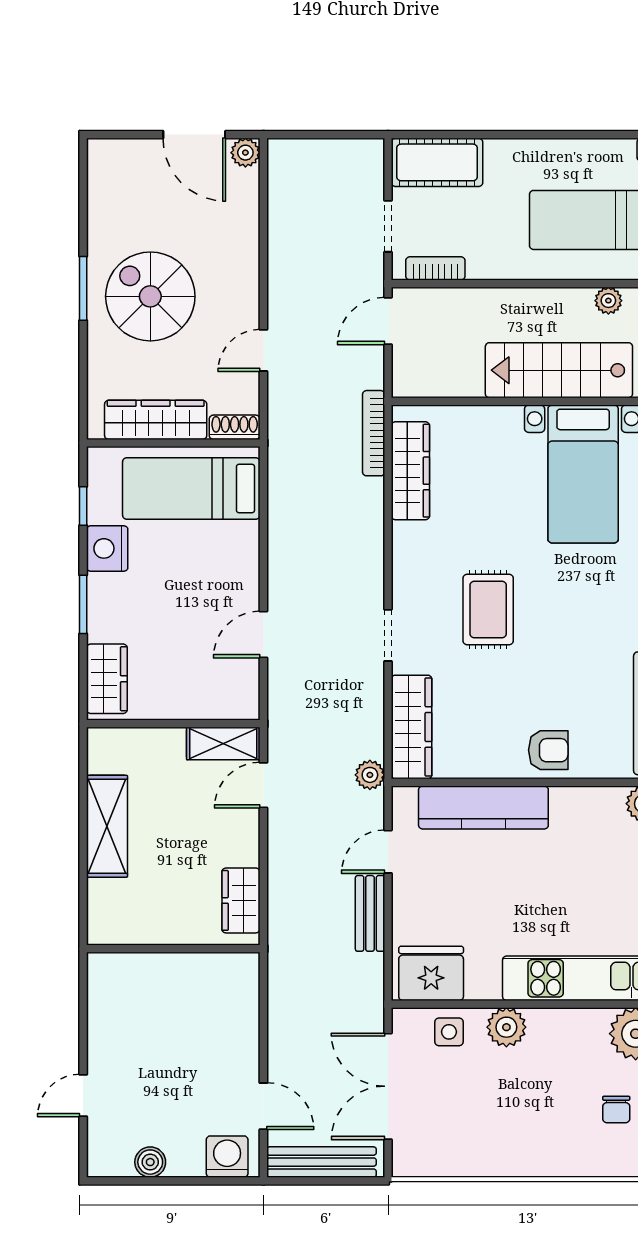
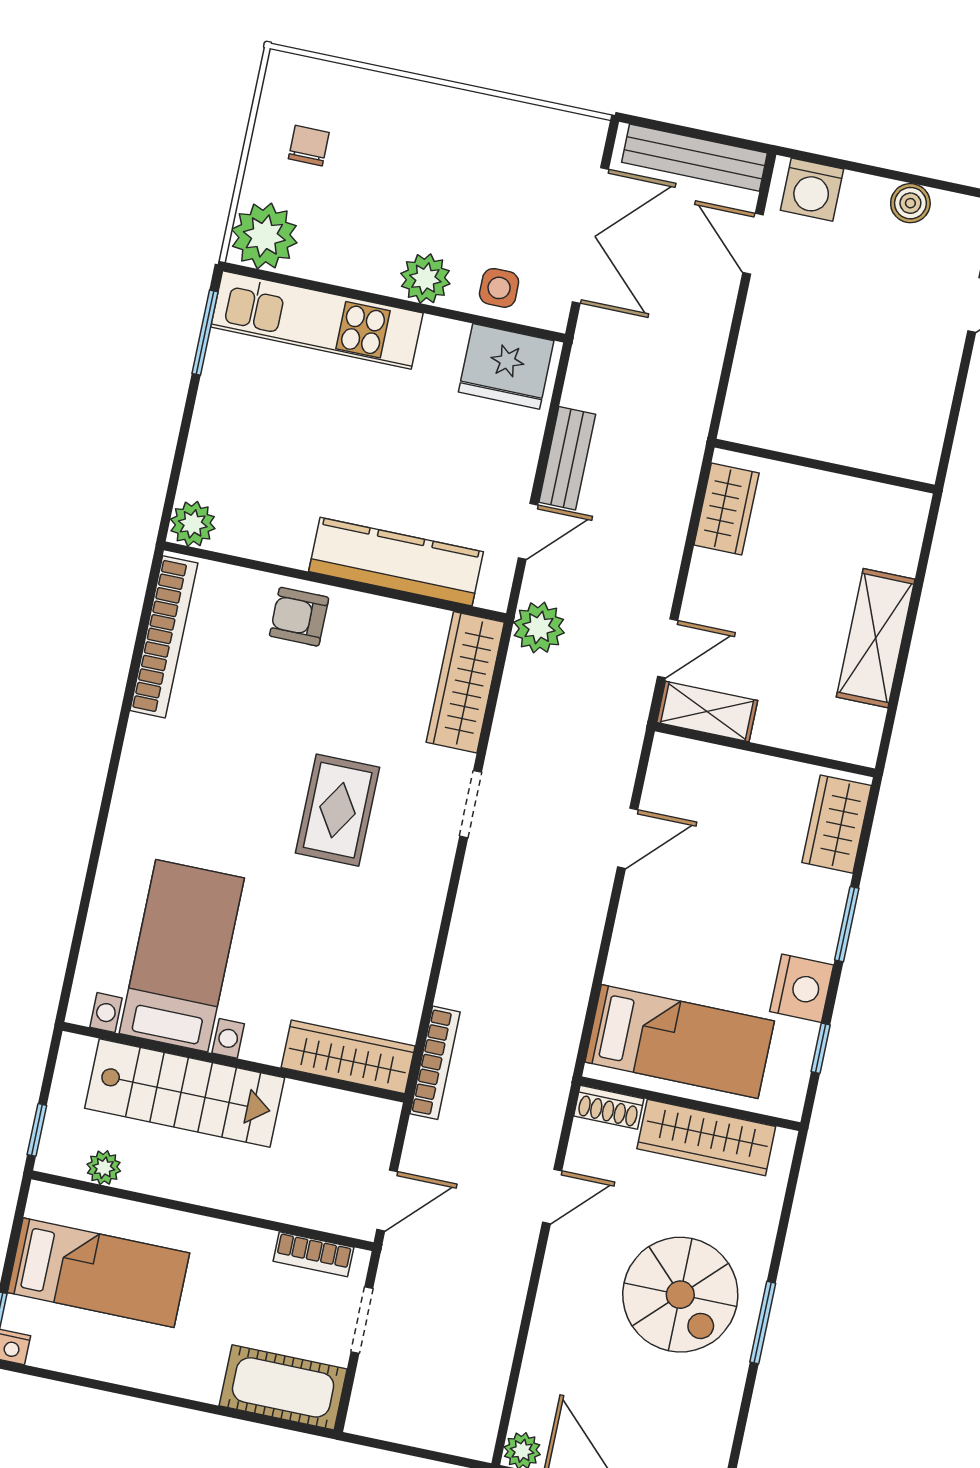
wardrobe: (410, 471) -> (348, 1057), moved, turned 90
plant: (370, 775) -> (539, 627), width x1.38, depth x1.38

